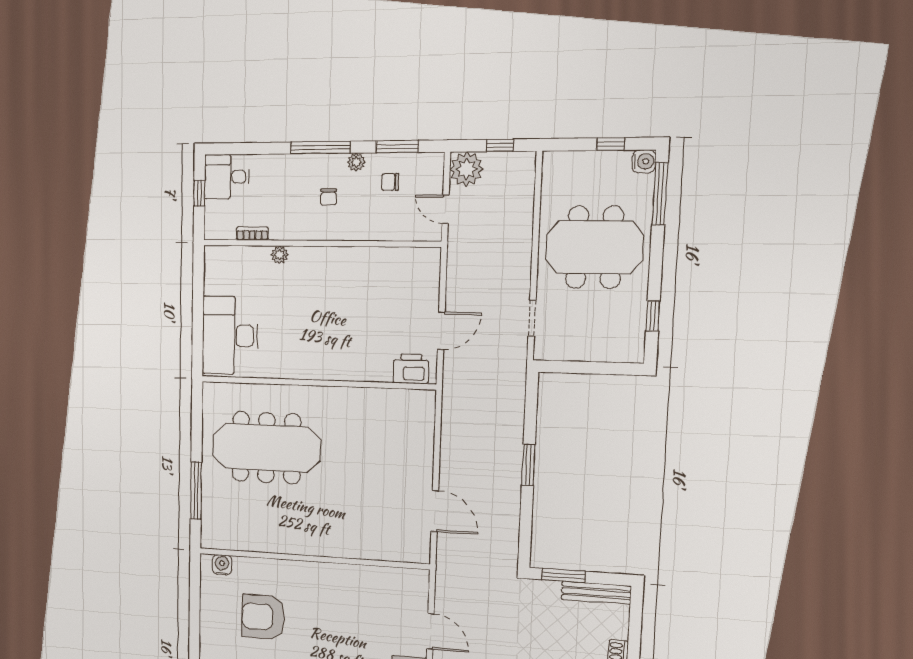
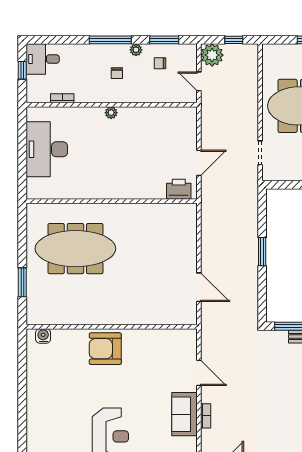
plant: (280, 255) -> (111, 113), moved
desk: (230, 336) -> (47, 149), moved
window: (196, 491) -> (22, 282), width x0.69
armchair: (263, 617) -> (105, 349), moved

